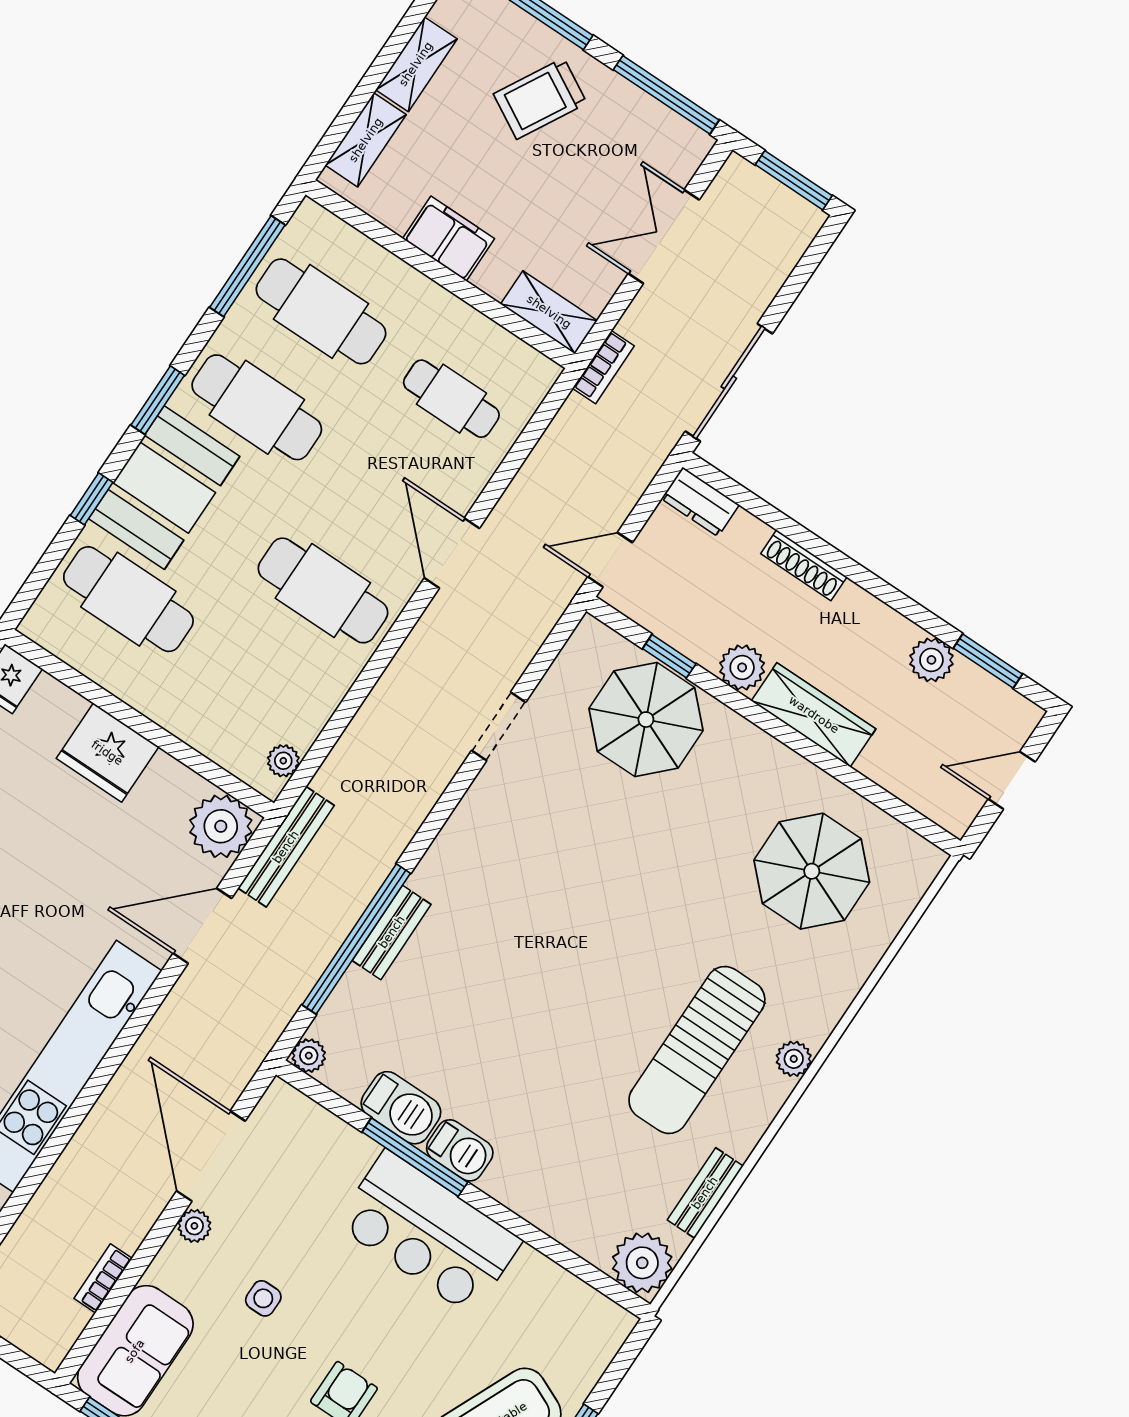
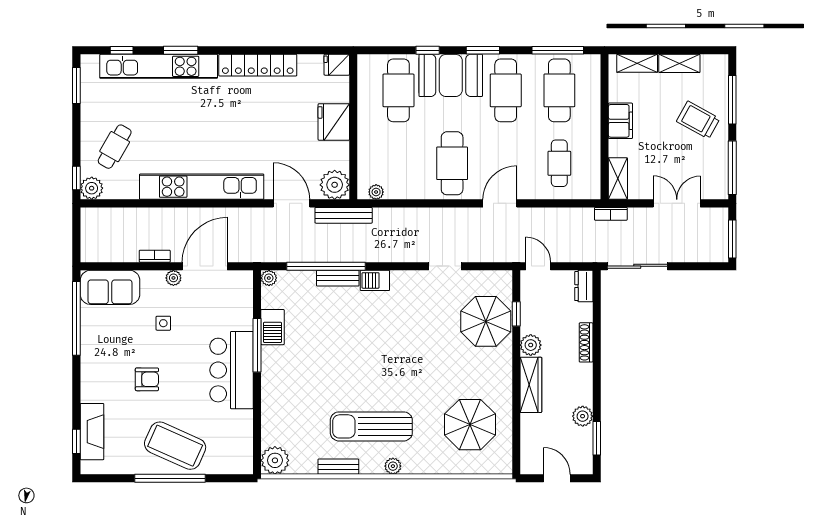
barbecue: (460, 1150) -> (375, 280), moved, turned 90
bench: (705, 1193) -> (338, 467), moved
bookcase: (103, 1278) -> (155, 256), moved

